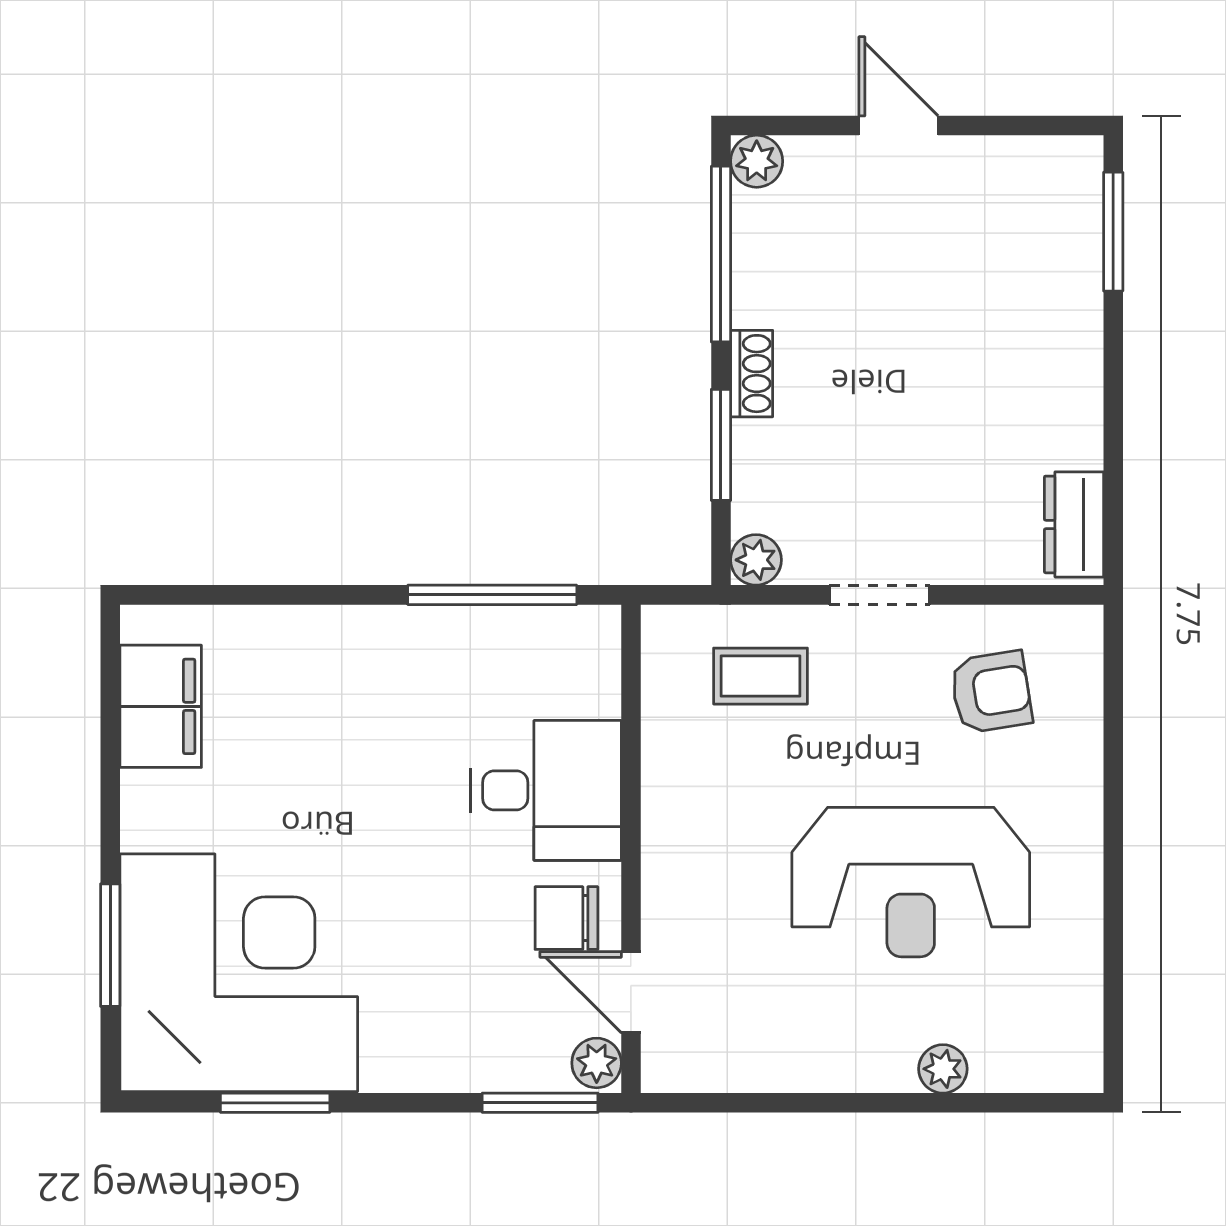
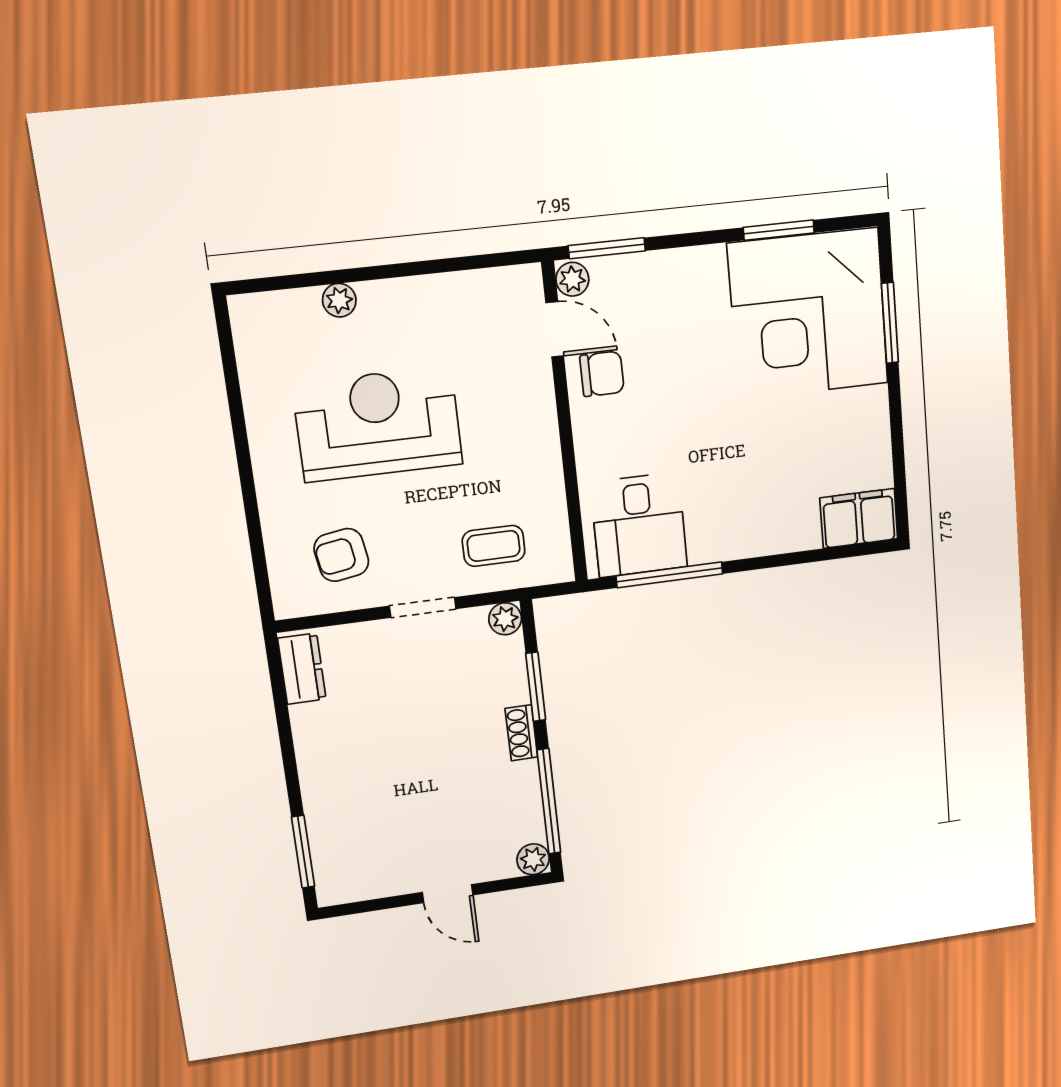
filing cabinet: (161, 706) -> (859, 518), moved, turned 90
desk: (546, 790) -> (639, 525), moved, turned -90

